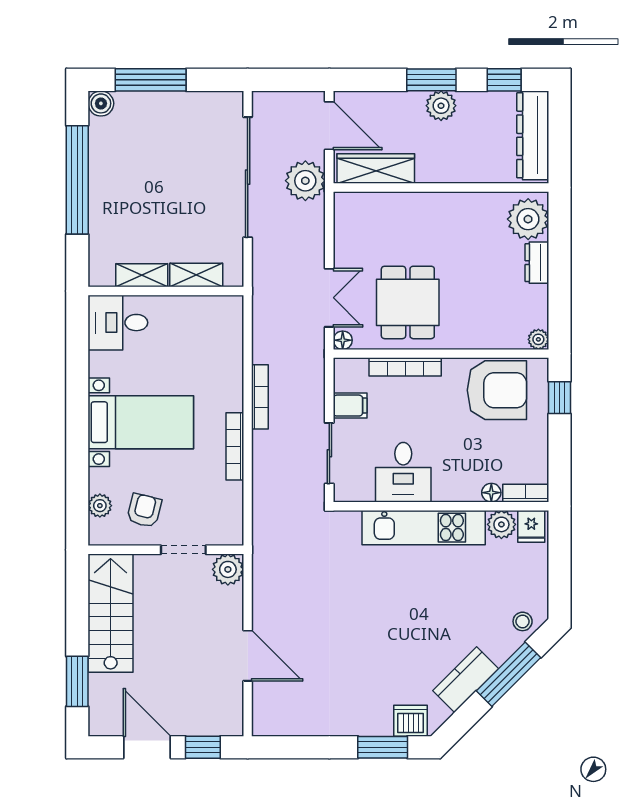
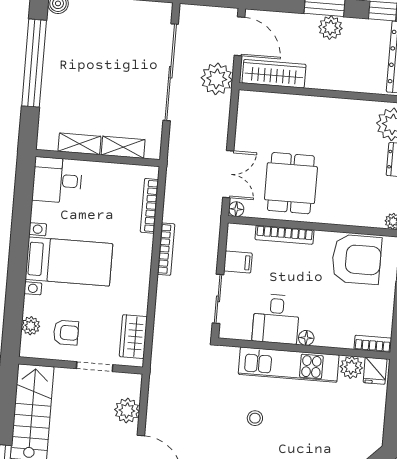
bookcase: (235, 446) -> (149, 206), moved
floor lamp: (491, 493) -> (306, 338), moved
wardrobe: (228, 509) -> (133, 337), added
armchair: (144, 510) -> (66, 333), turned 76
plant: (228, 569) -> (127, 410), moved
stool: (523, 621) -> (255, 418), moved

